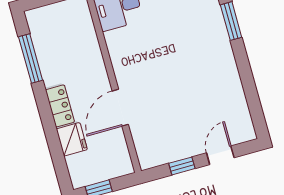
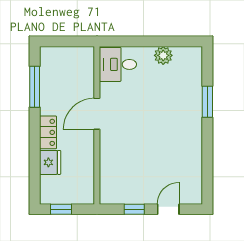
door: (120, 108) -> (97, 114), moved

